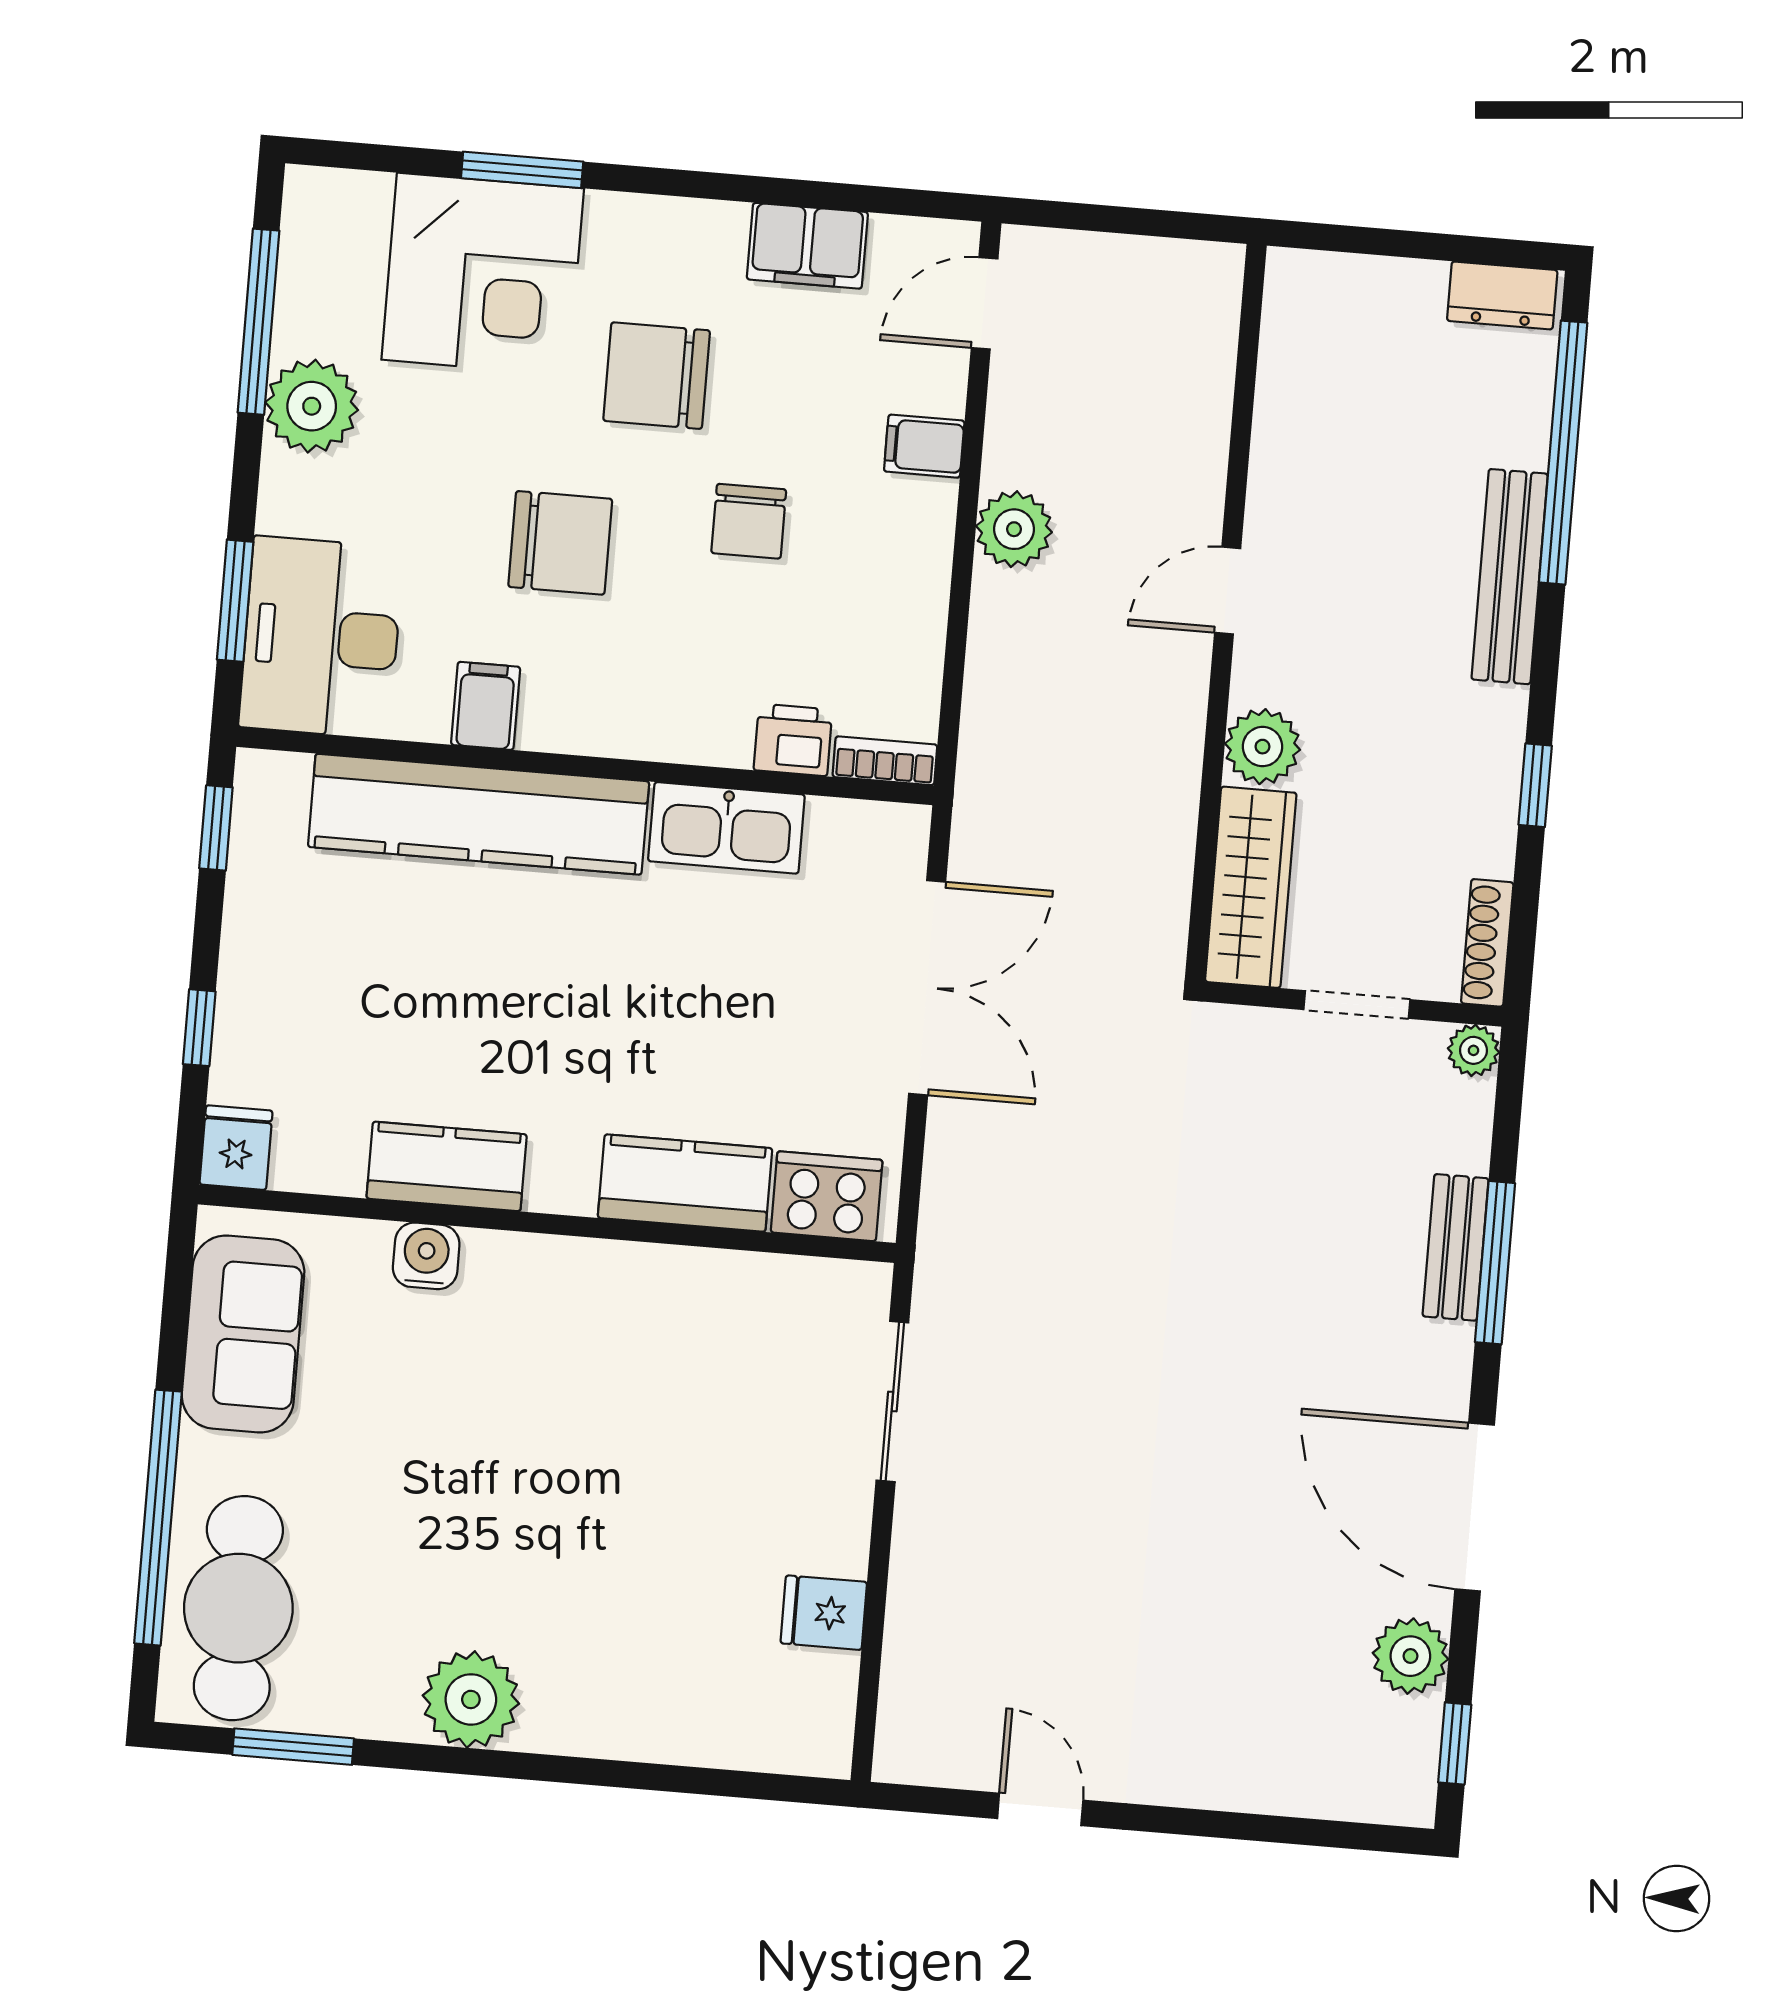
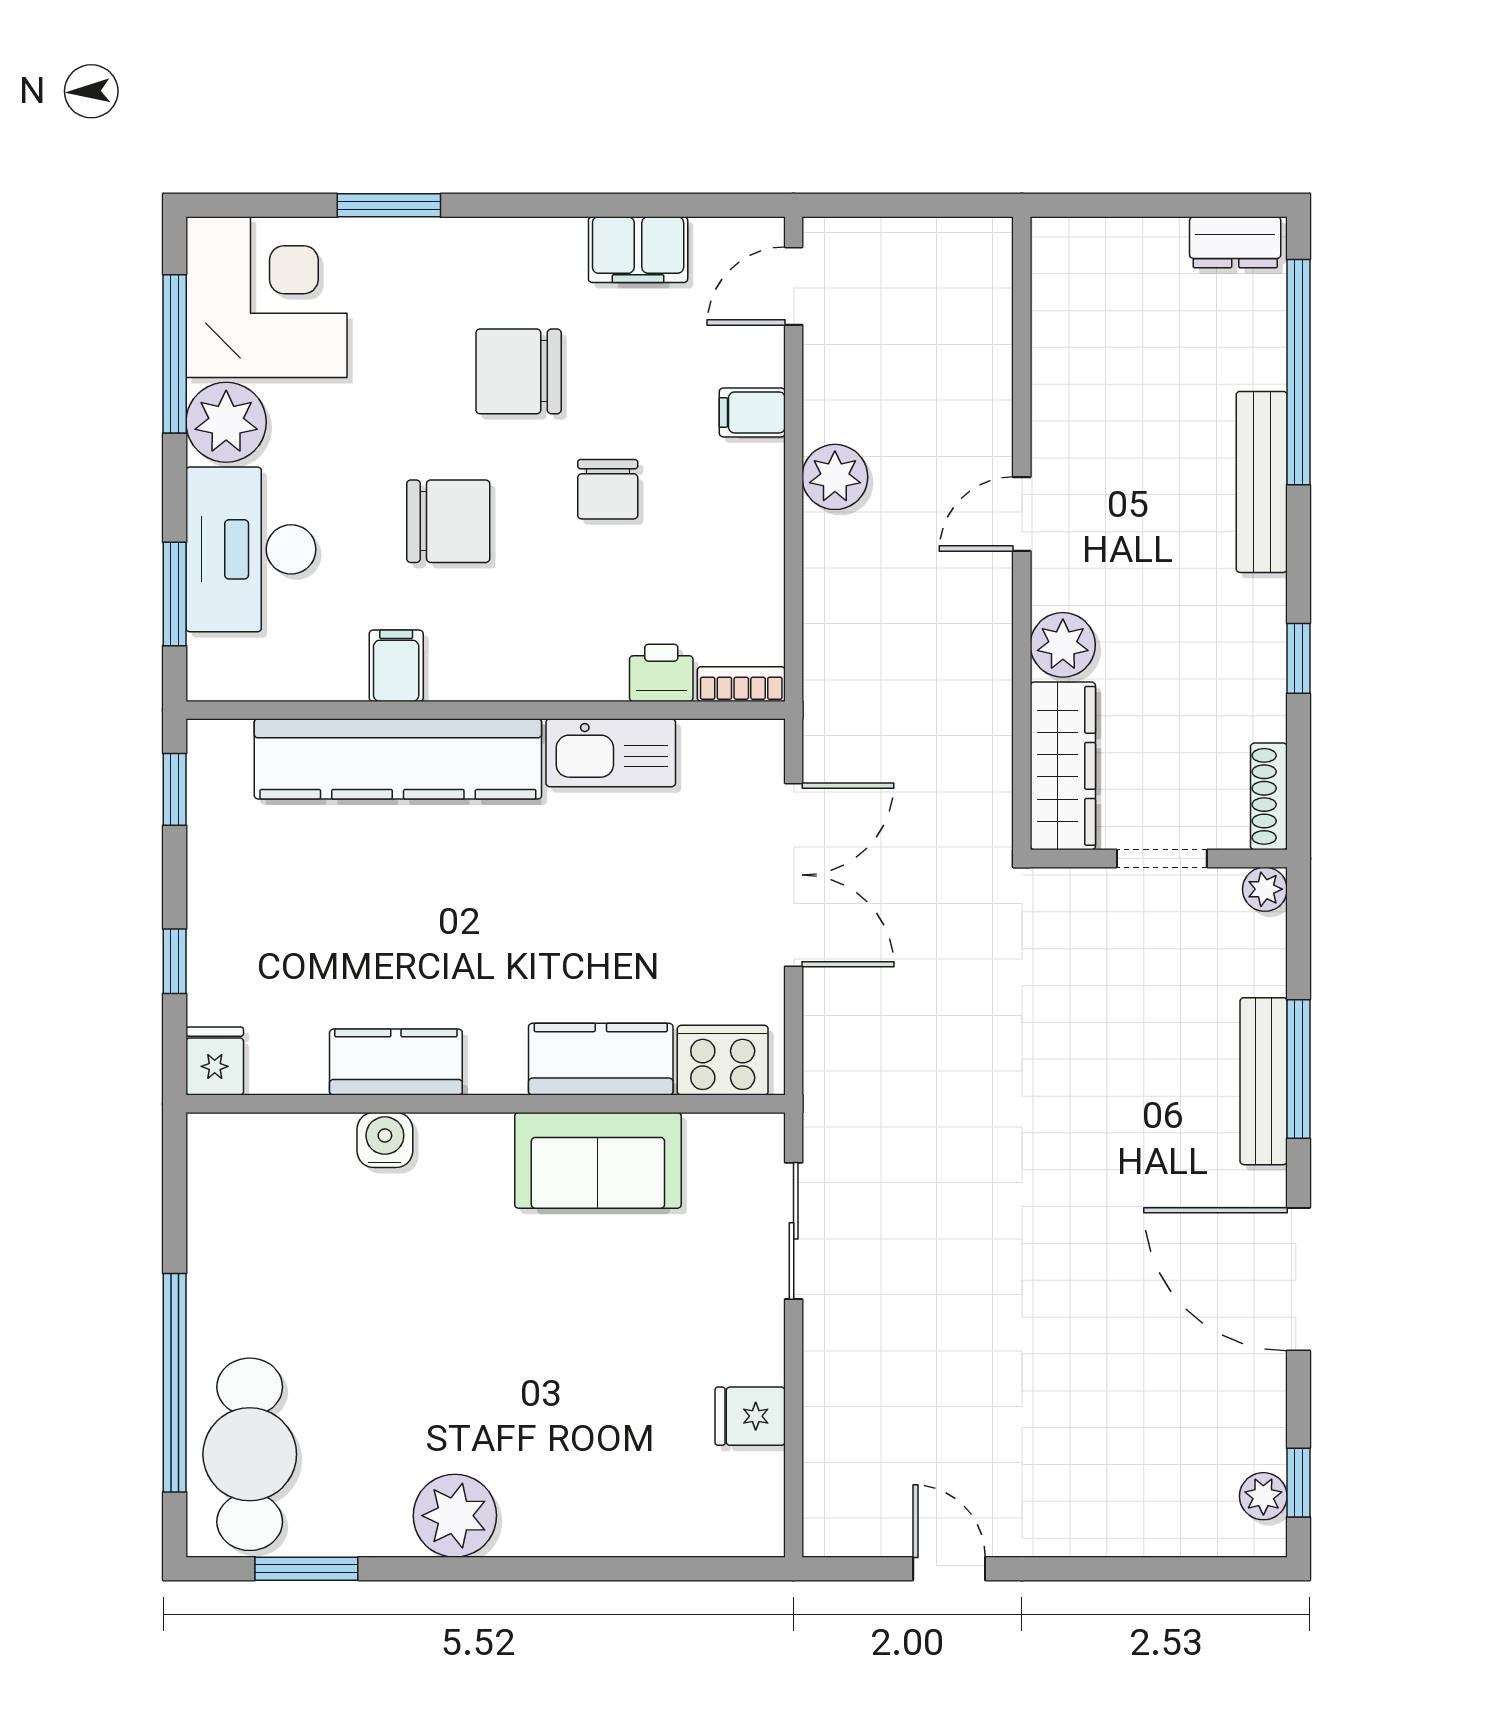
corner desk: (483, 274) -> (266, 297), moved, turned -90
desk: (321, 637) -> (251, 549), moved
bench: (1456, 1247) -> (1264, 1081), width x1.36
sofa: (243, 1334) -> (598, 1160), moved, turned 90
plant: (1410, 1656) -> (1263, 1496), moved, width x0.73, depth x0.73

